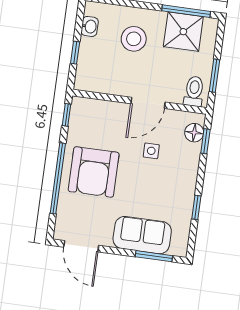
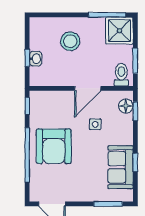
washbasin: (90, 26) -> (36, 59), moved
shower: (183, 32) -> (119, 31), moved
sofa: (142, 235) -> (121, 167), moved, turned -90

